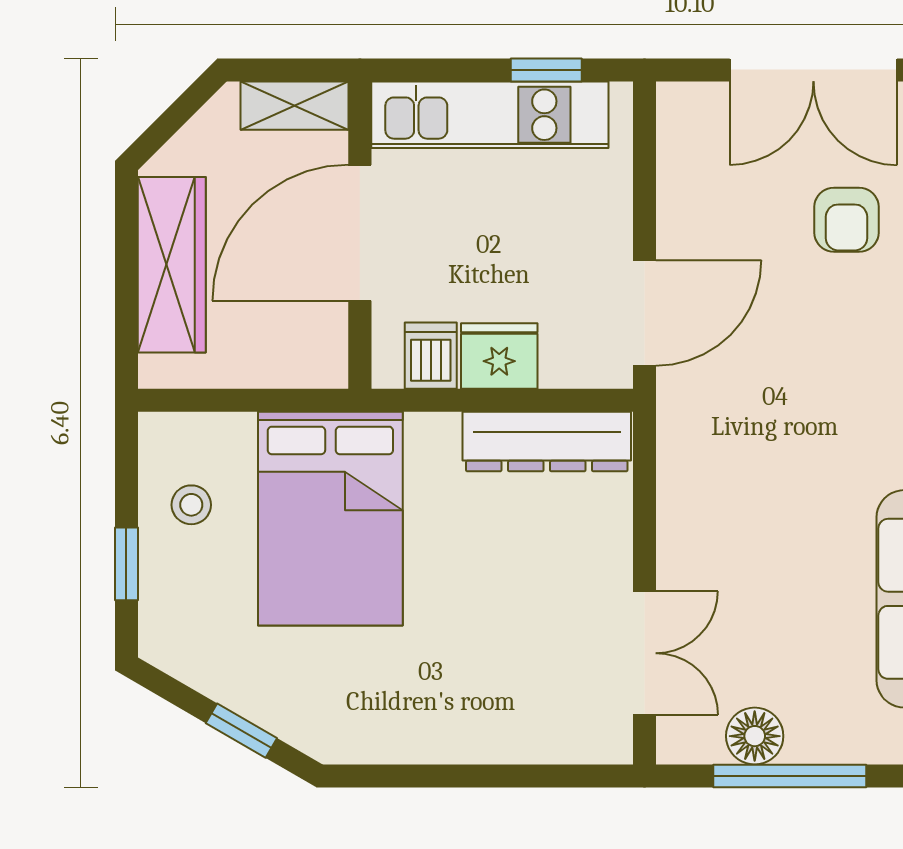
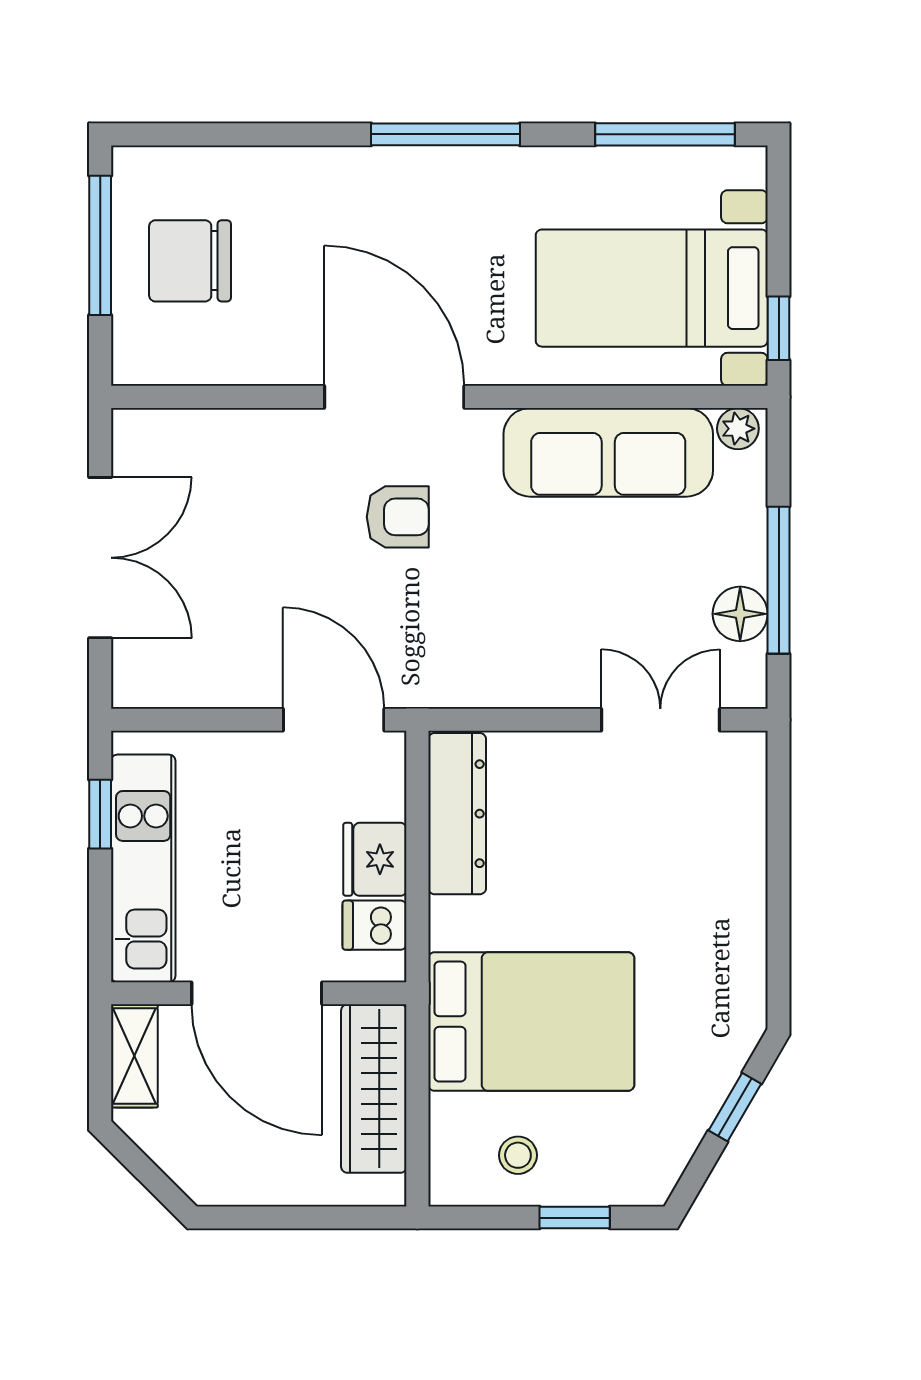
armchair: (847, 220) -> (398, 517), moved
wardrobe: (172, 265) -> (374, 1089), moved, turned -90

